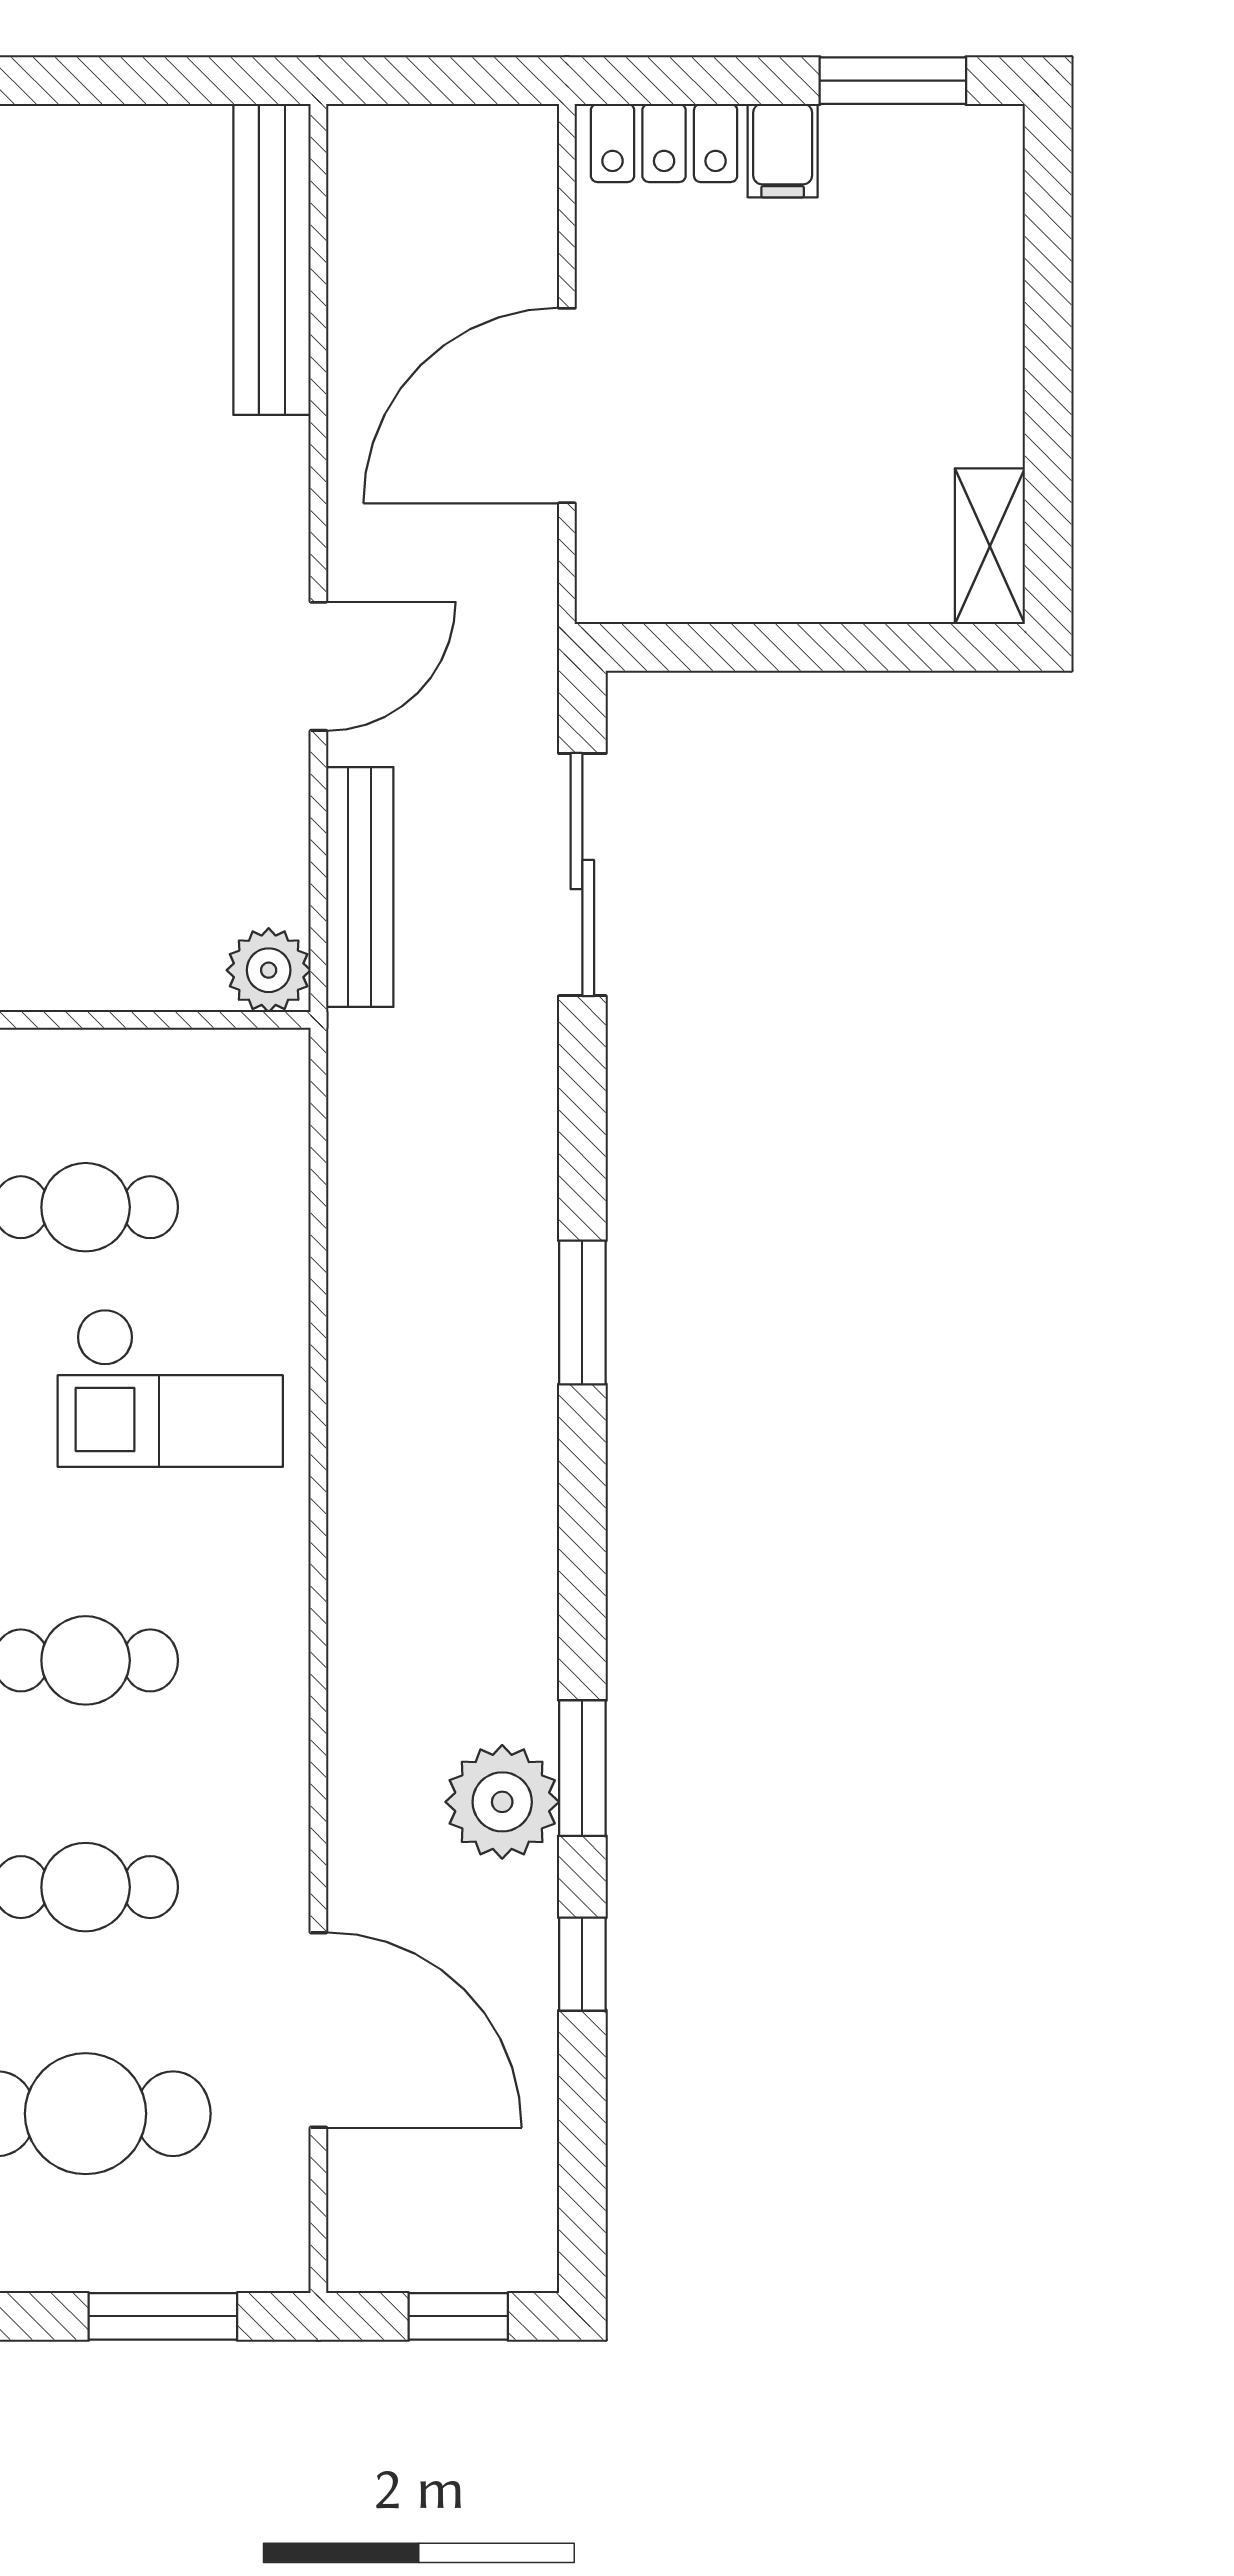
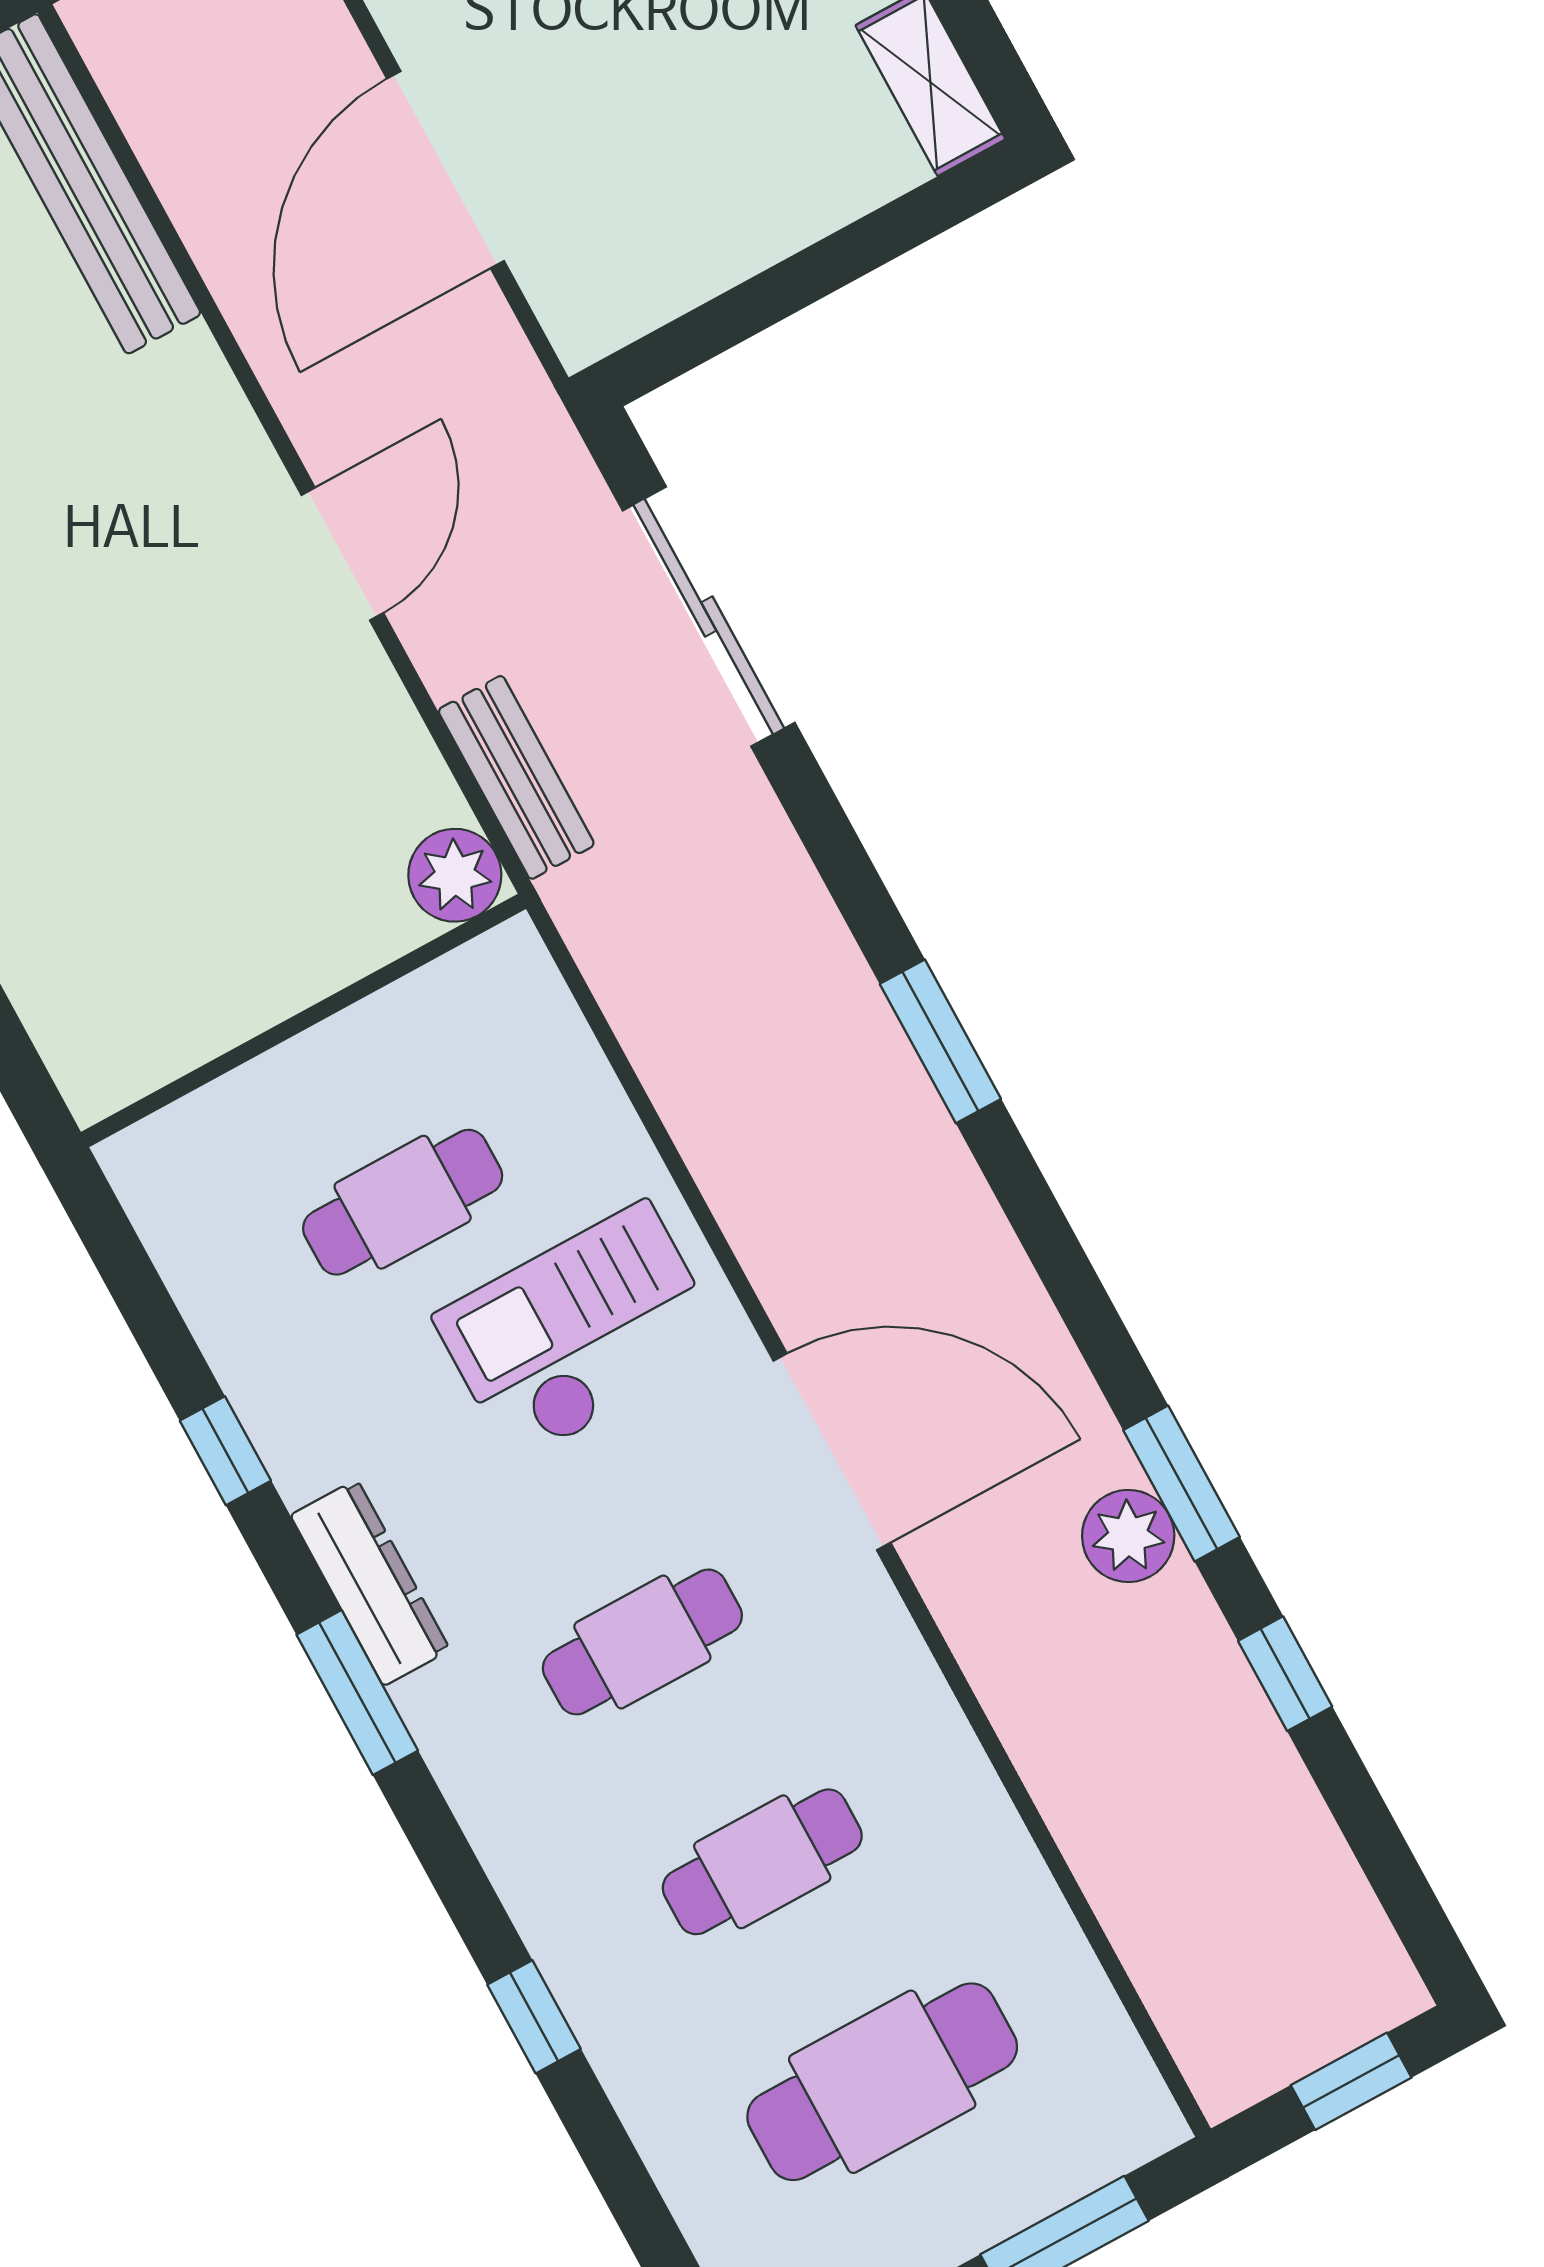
bench: (360, 887) -> (516, 777), width x0.73
checkout: (170, 1388) -> (580, 1333), turned 180
plant: (502, 1802) -> (1128, 1536), width x0.73, depth x0.73
door: (318, 2030) -> (832, 1452), moved

